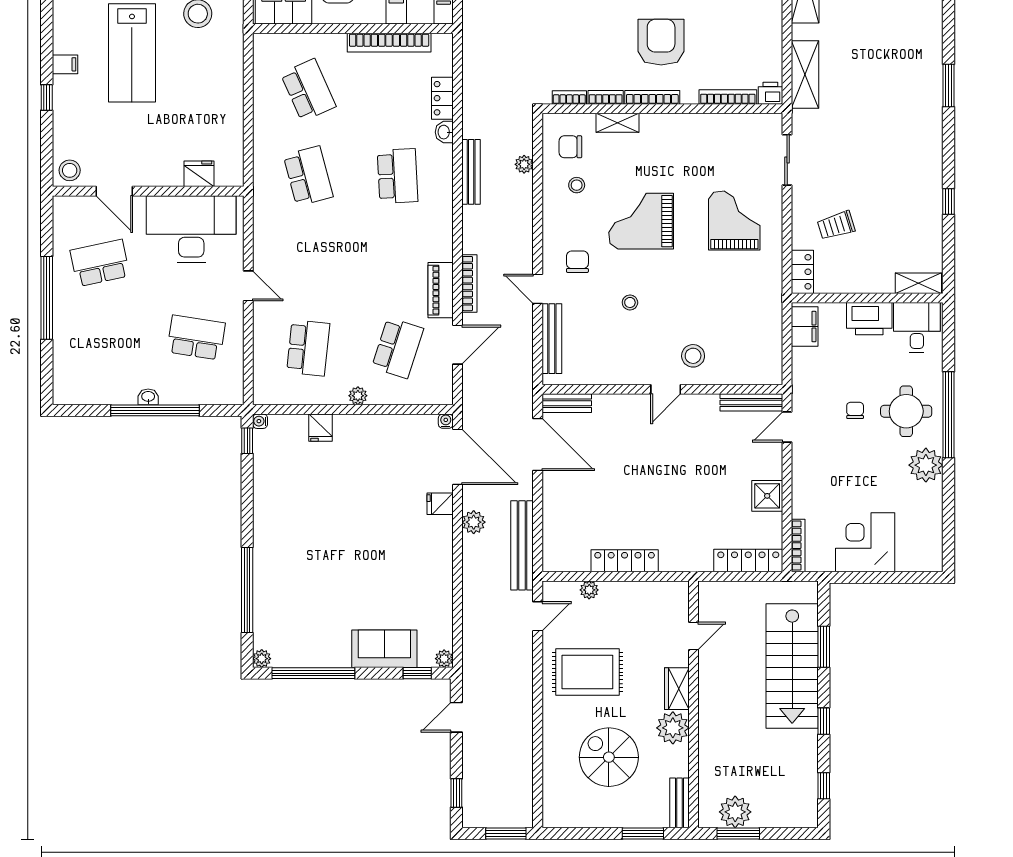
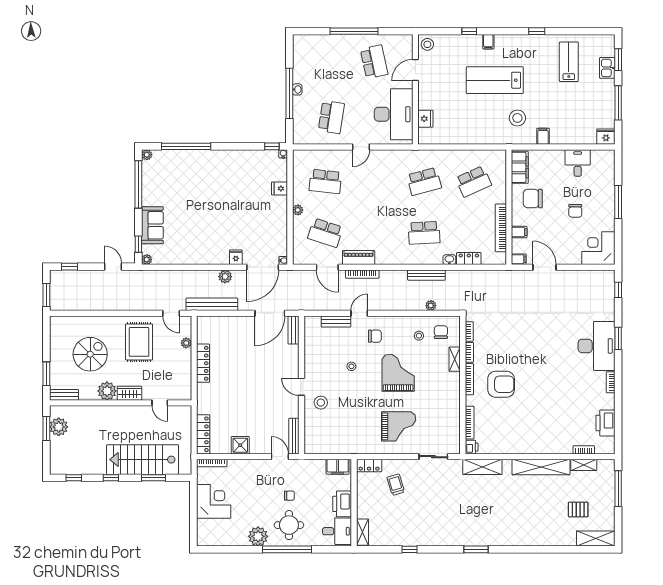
bench: (552, 339) -> (336, 321), width x0.73

